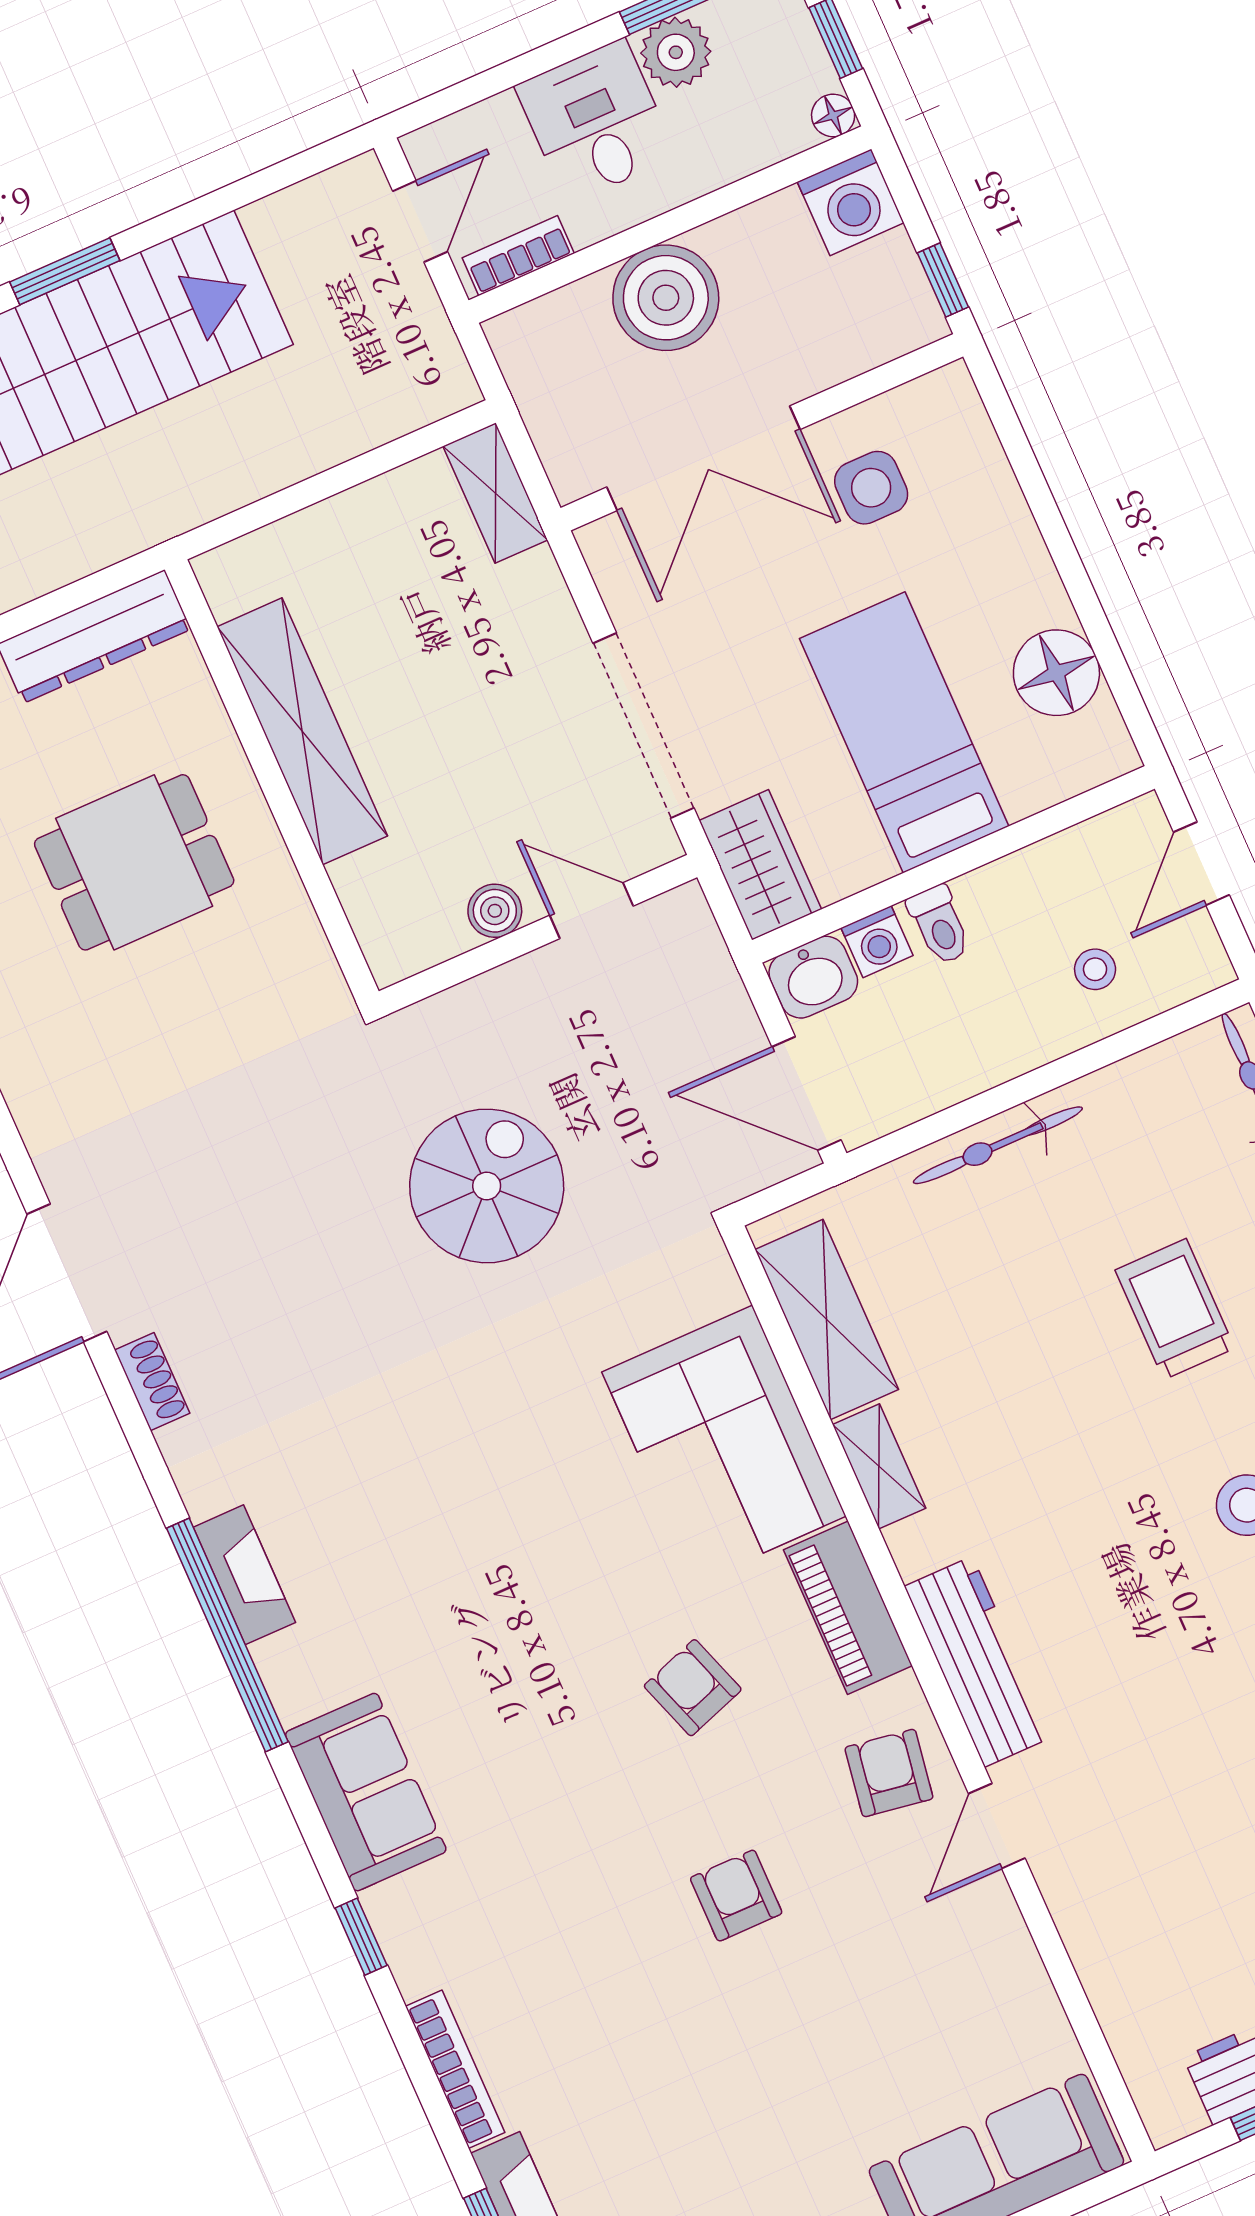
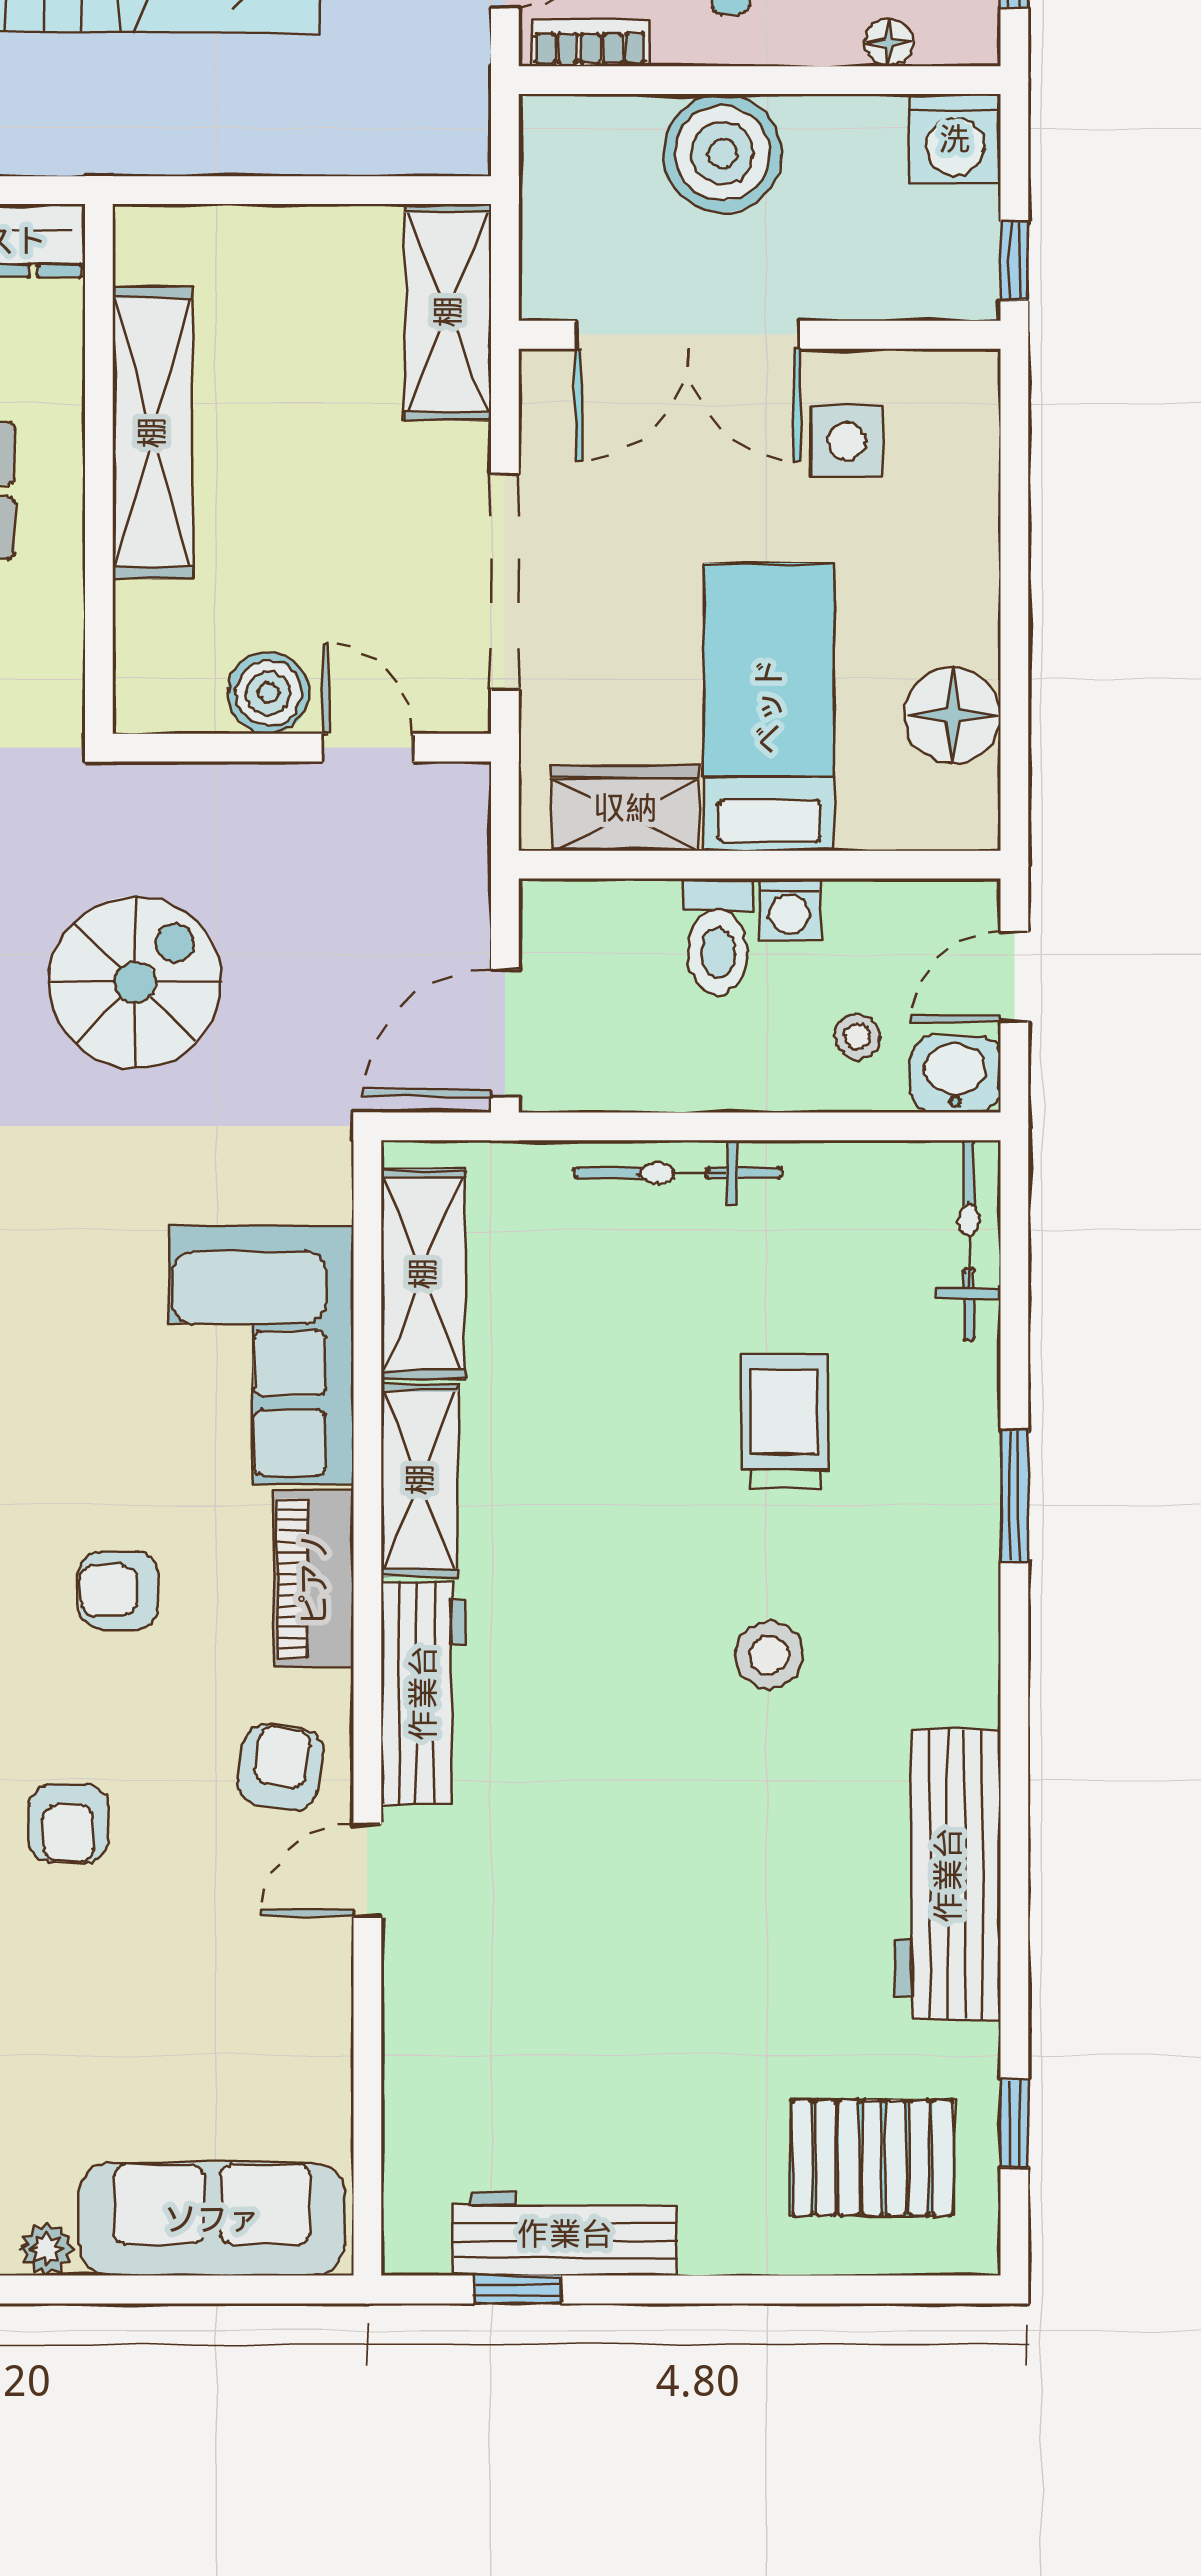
floor lamp: (833, 115) -> (889, 42), moved
shelving: (495, 493) -> (448, 312), width x1.50, depth x1.33
wardrobe: (760, 865) -> (625, 808), moved, turned -90
boiler: (495, 911) -> (268, 693), width x1.36, depth x1.36
toilet: (939, 925) -> (718, 937), width x1.37, depth x1.39
washing machine: (877, 942) -> (789, 909), moved
washbasin: (813, 977) -> (955, 1074), moved, turned 180
door: (806, 1093) -> (505, 1033), hinge flipped
shelving: (879, 1466) -> (420, 1480), width x1.50, depth x1.33
armchair: (693, 1688) -> (118, 1590), turned -71
armchair: (736, 1896) -> (68, 1823), turned 180

